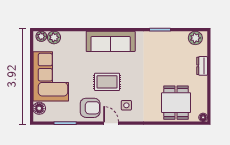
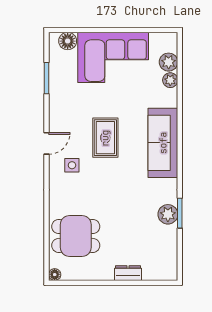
plant: (41, 36) -> (170, 80), moved
plant: (195, 38) -> (168, 214), moved
armchair: (90, 108) -> (68, 114), removed

